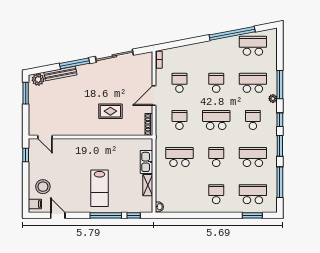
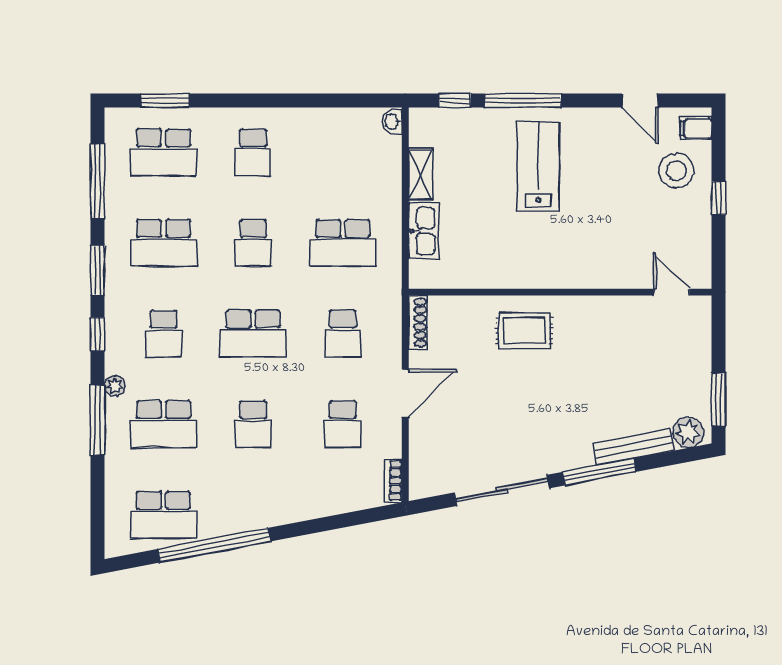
rug: (110, 111) -> (524, 331), moved
window: (26, 155) -> (719, 198), moved

